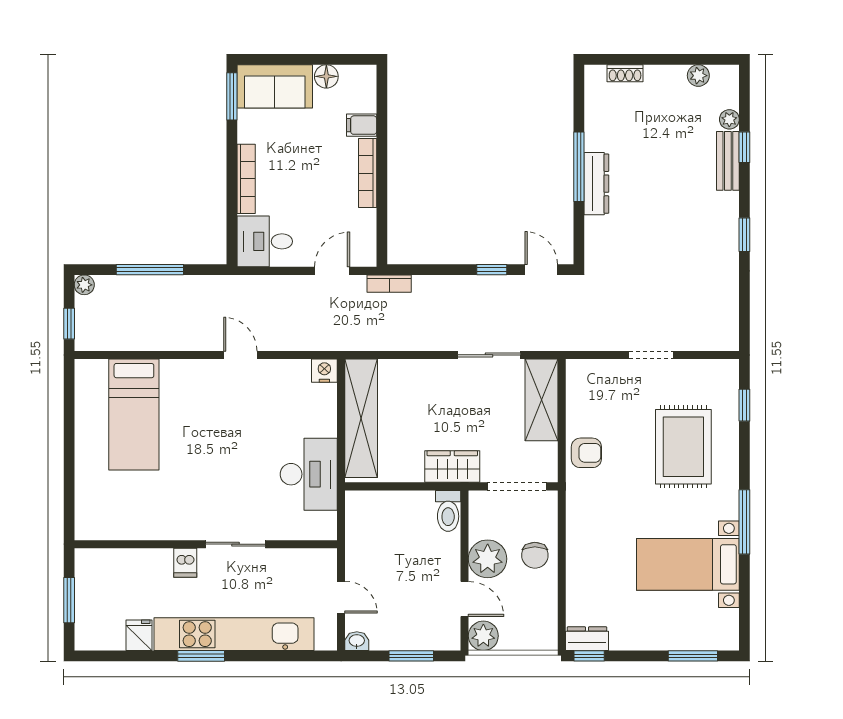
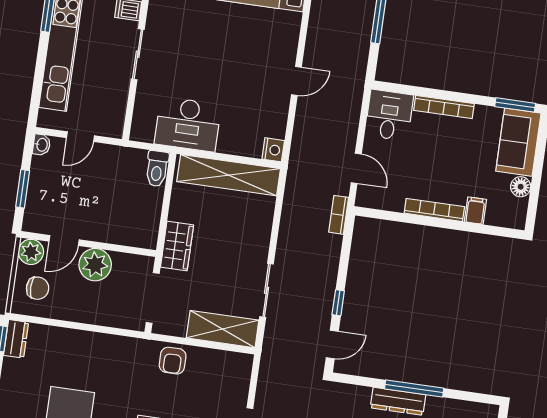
toilet: (448, 511) -> (157, 169), moved, turned -90
chair: (535, 555) -> (38, 288), moved, turned 180

